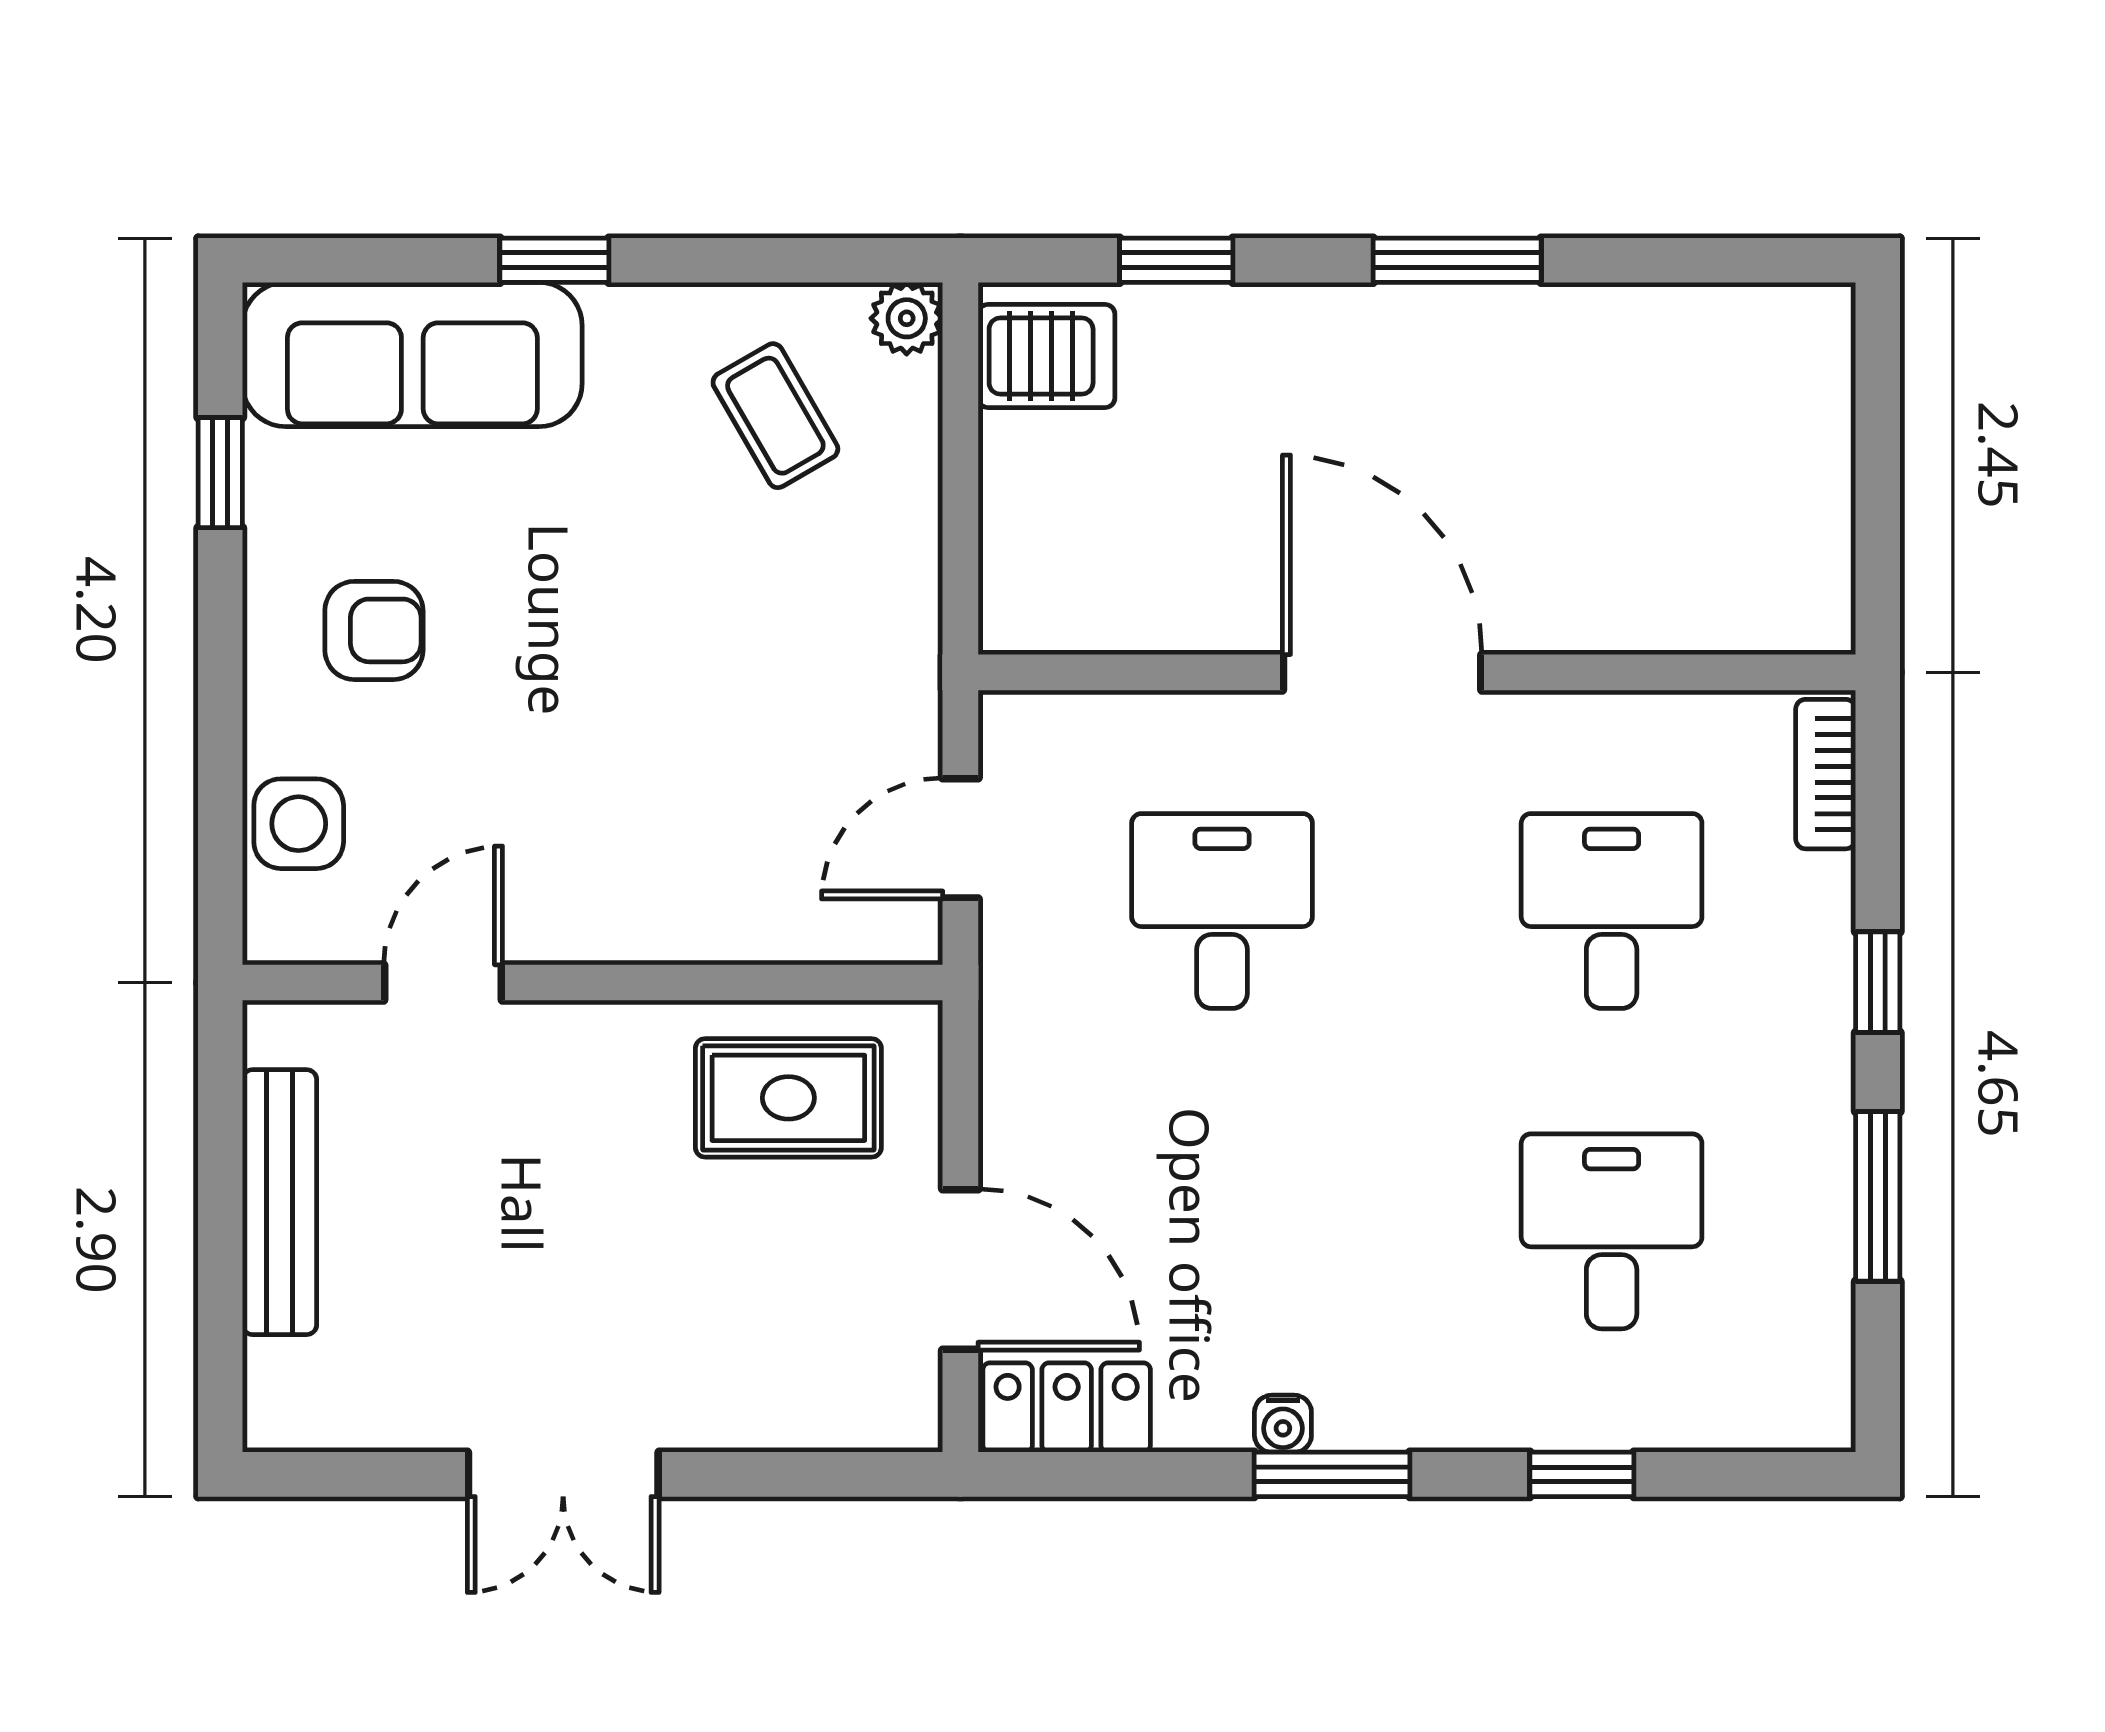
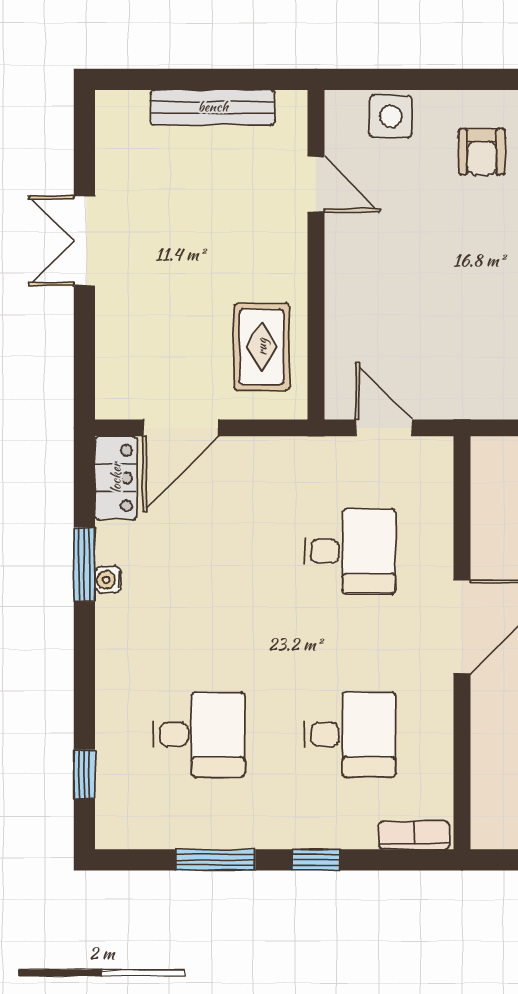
window: (1332, 1474) -> (84, 564), moved
window: (1582, 1474) -> (84, 774), moved

